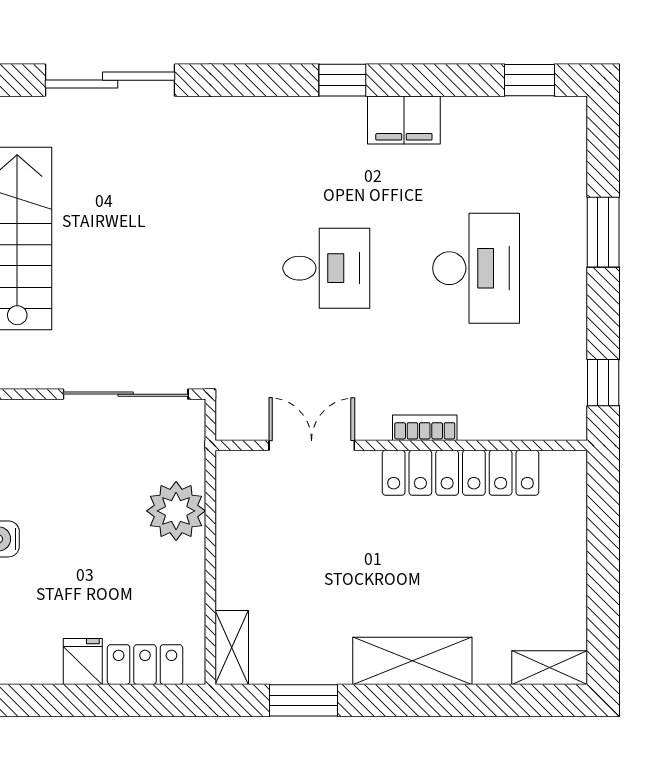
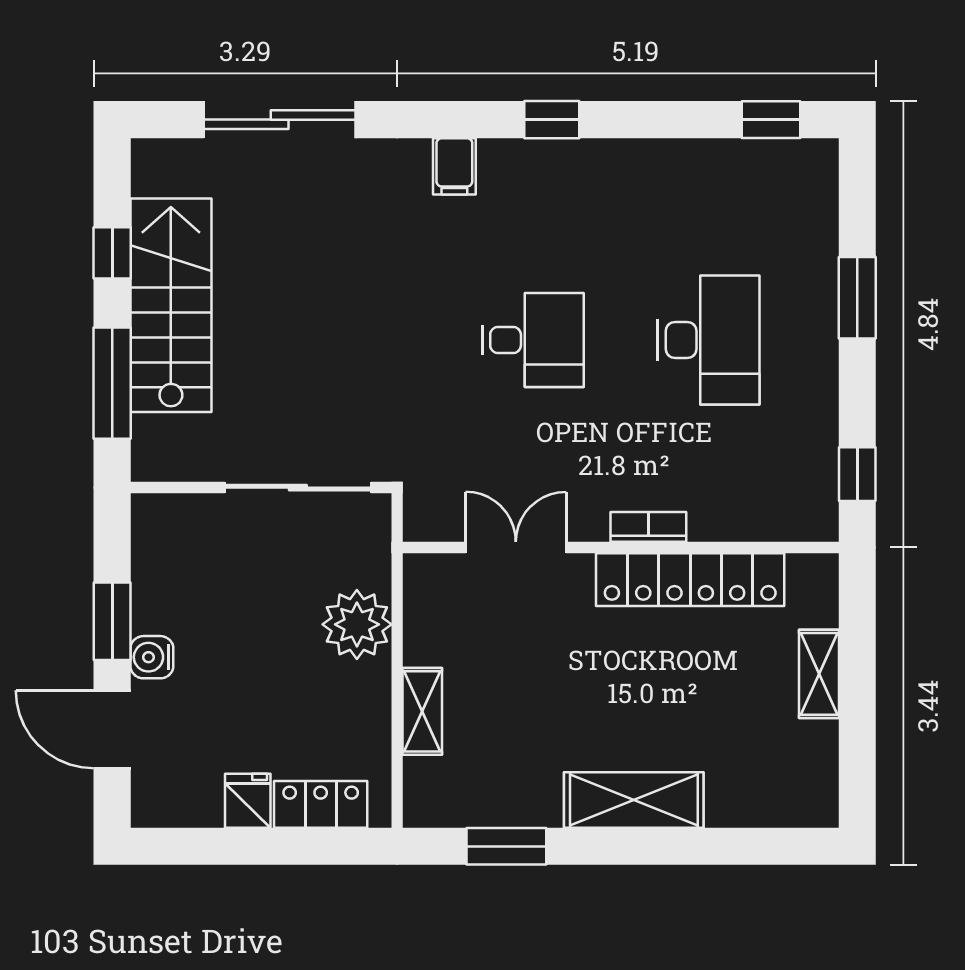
filing cabinet: (404, 120) -> (454, 166), moved, width x0.50
shelving: (232, 647) -> (422, 711), moved
shelving: (550, 668) -> (819, 674), moved, turned 90

